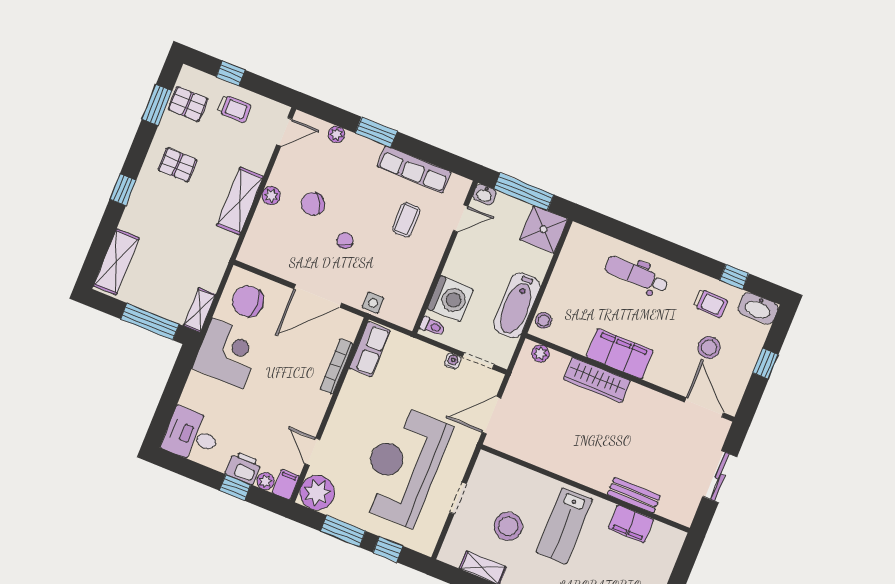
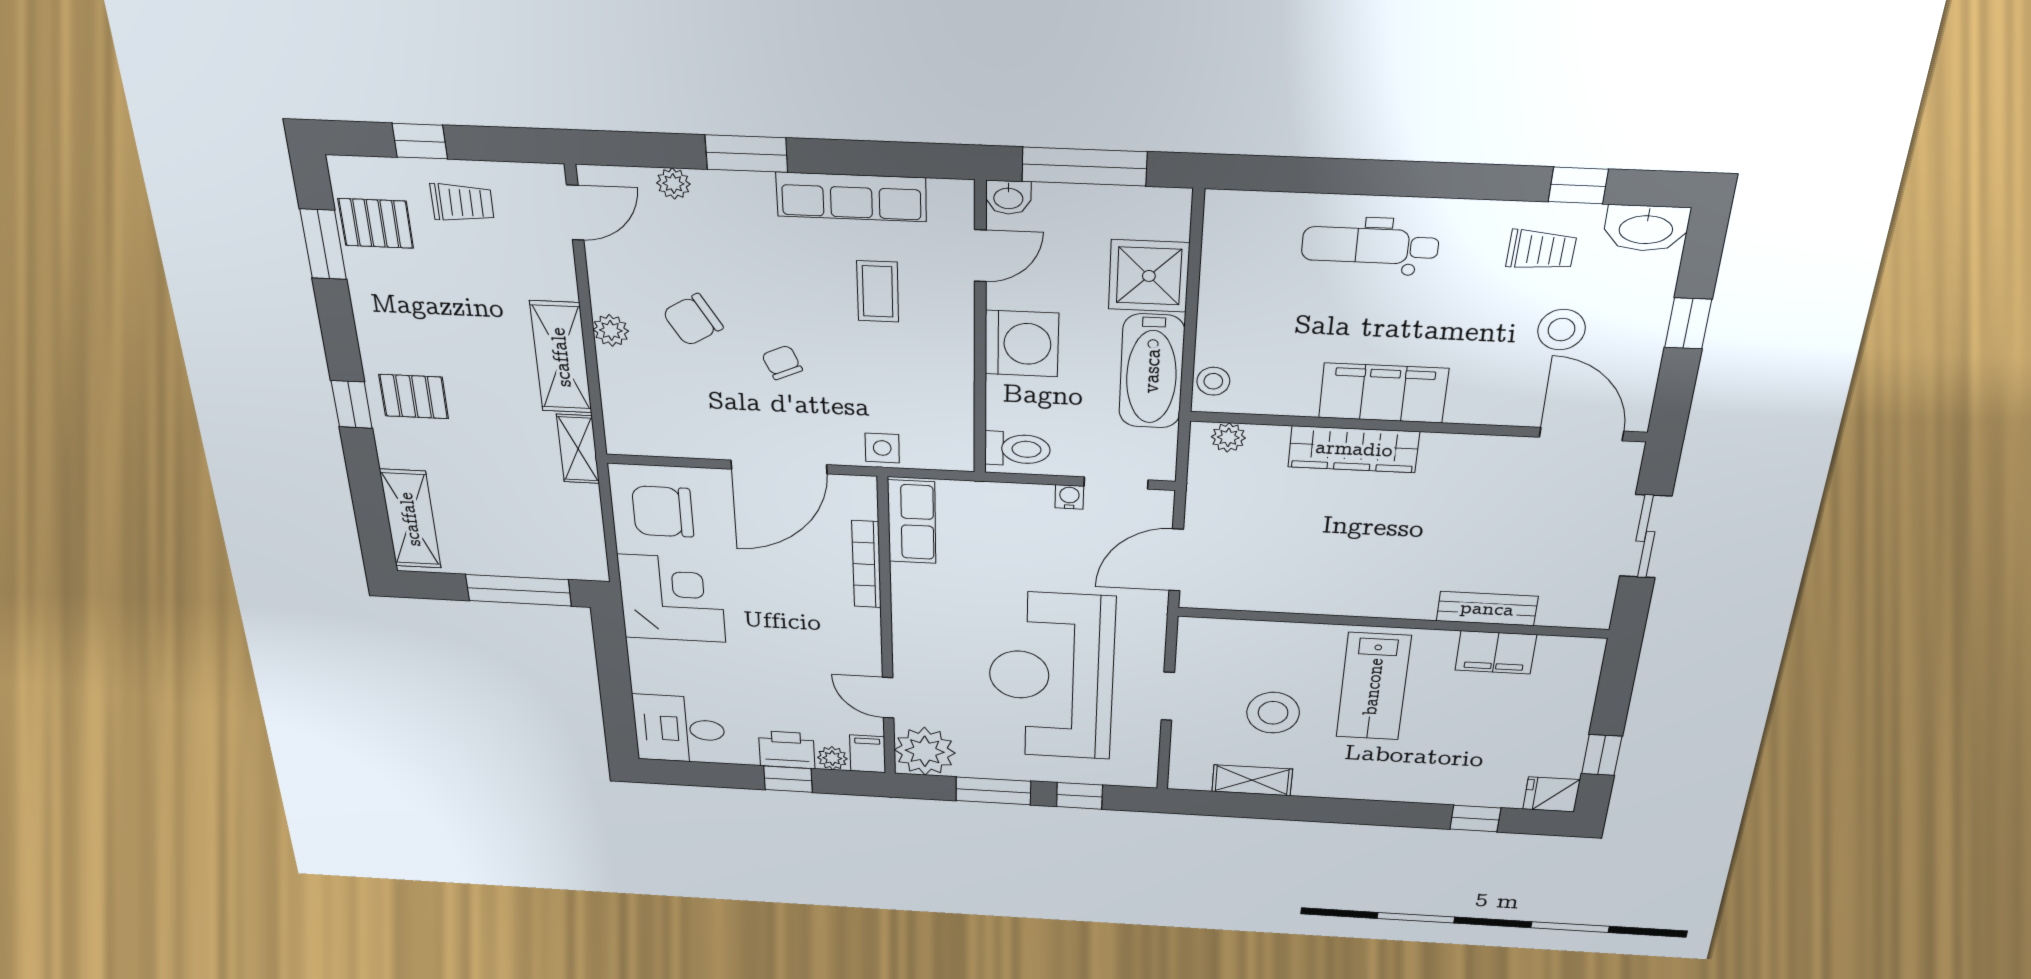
pallet: (178, 165) -> (414, 397), moved
shower: (544, 229) -> (1149, 276), moved
washing machine: (450, 299) -> (1022, 344), moved
shelving: (199, 310) -> (578, 449), moved
toilet: (433, 326) -> (1017, 449), width x1.37, depth x1.39

